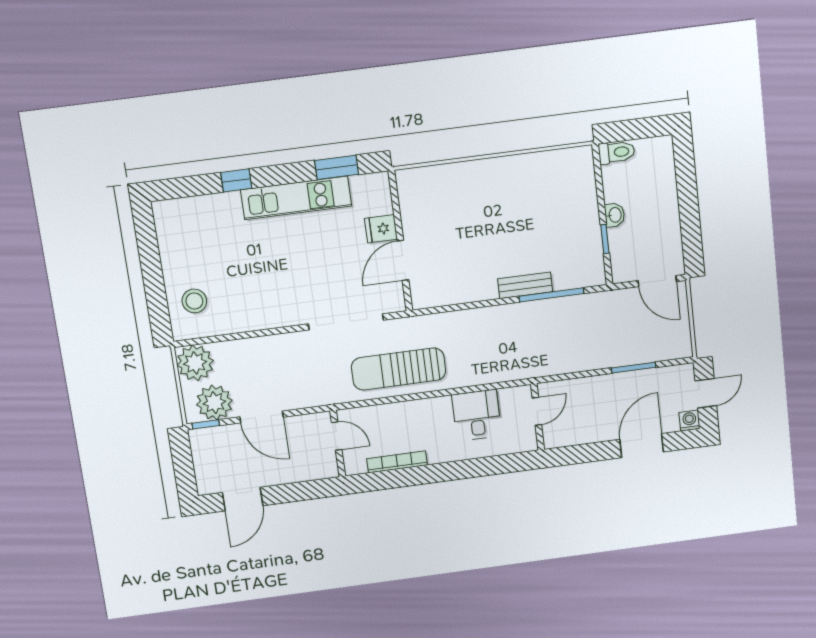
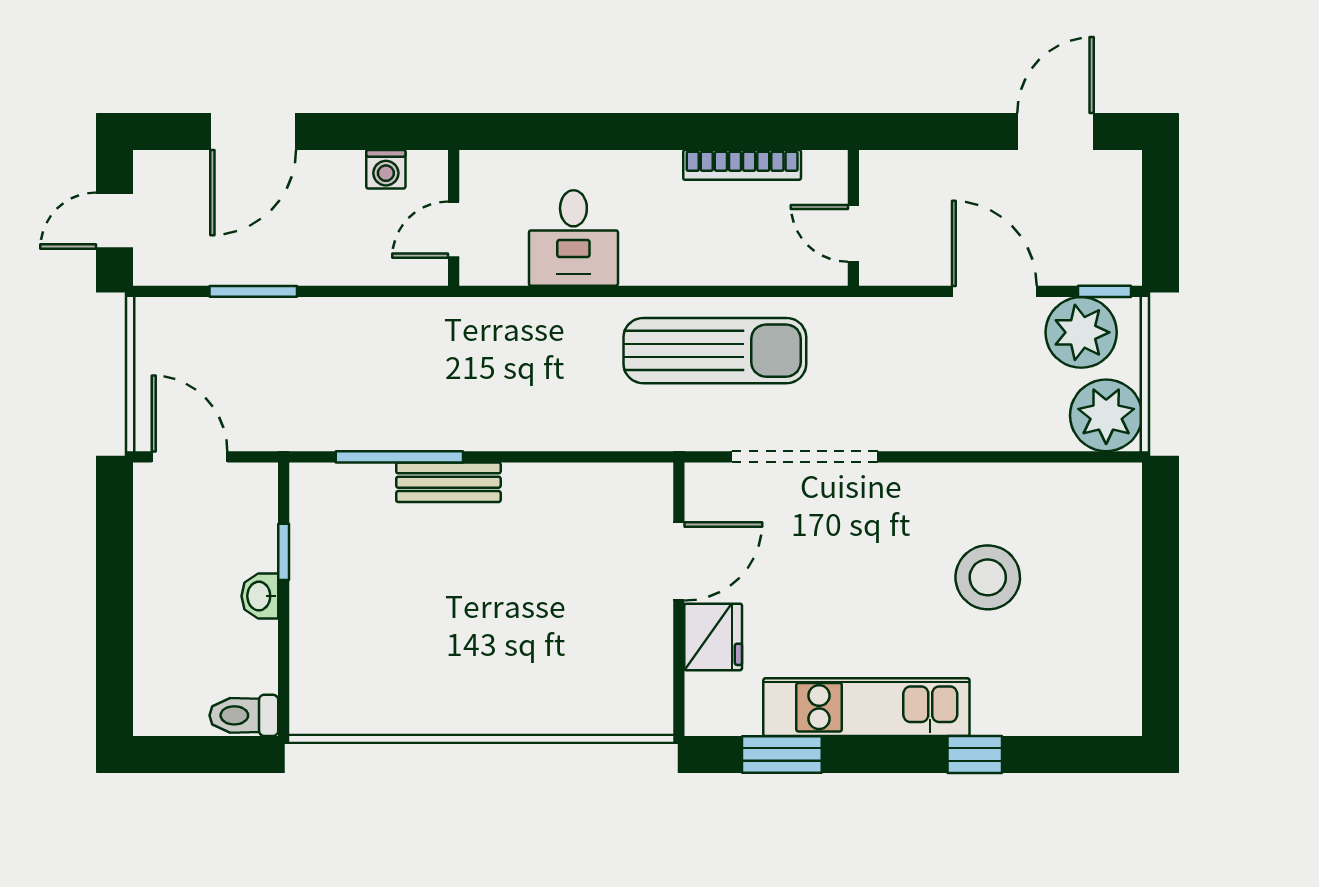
fridge: (381, 229) -> (713, 637), width x1.38
stool: (194, 301) -> (988, 577), moved, width x1.38, depth x1.38
washing machine: (689, 421) -> (386, 169), moved

